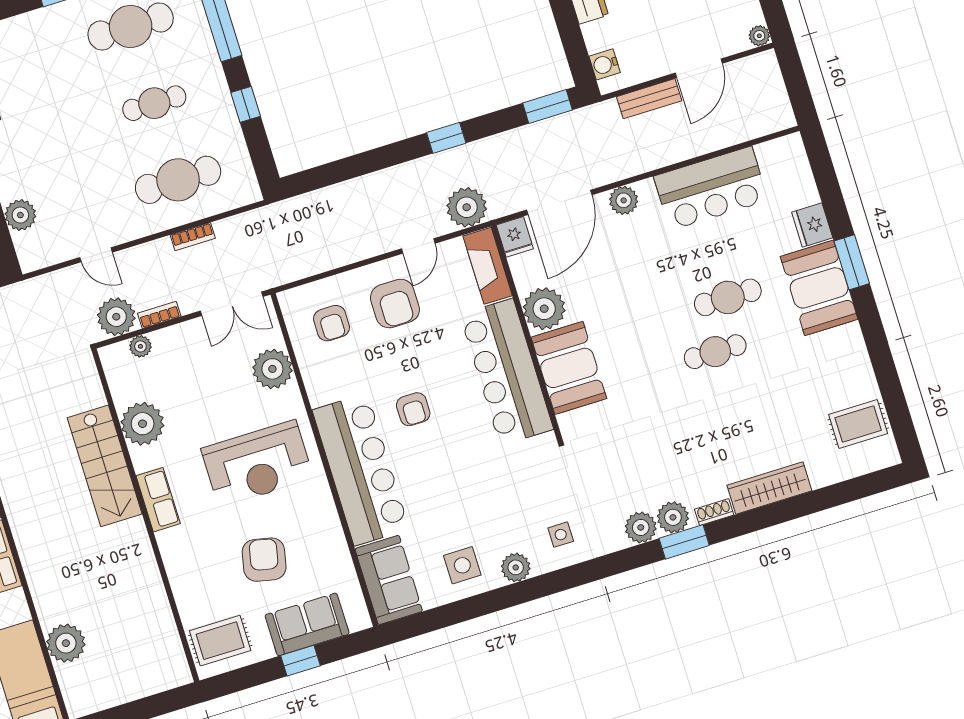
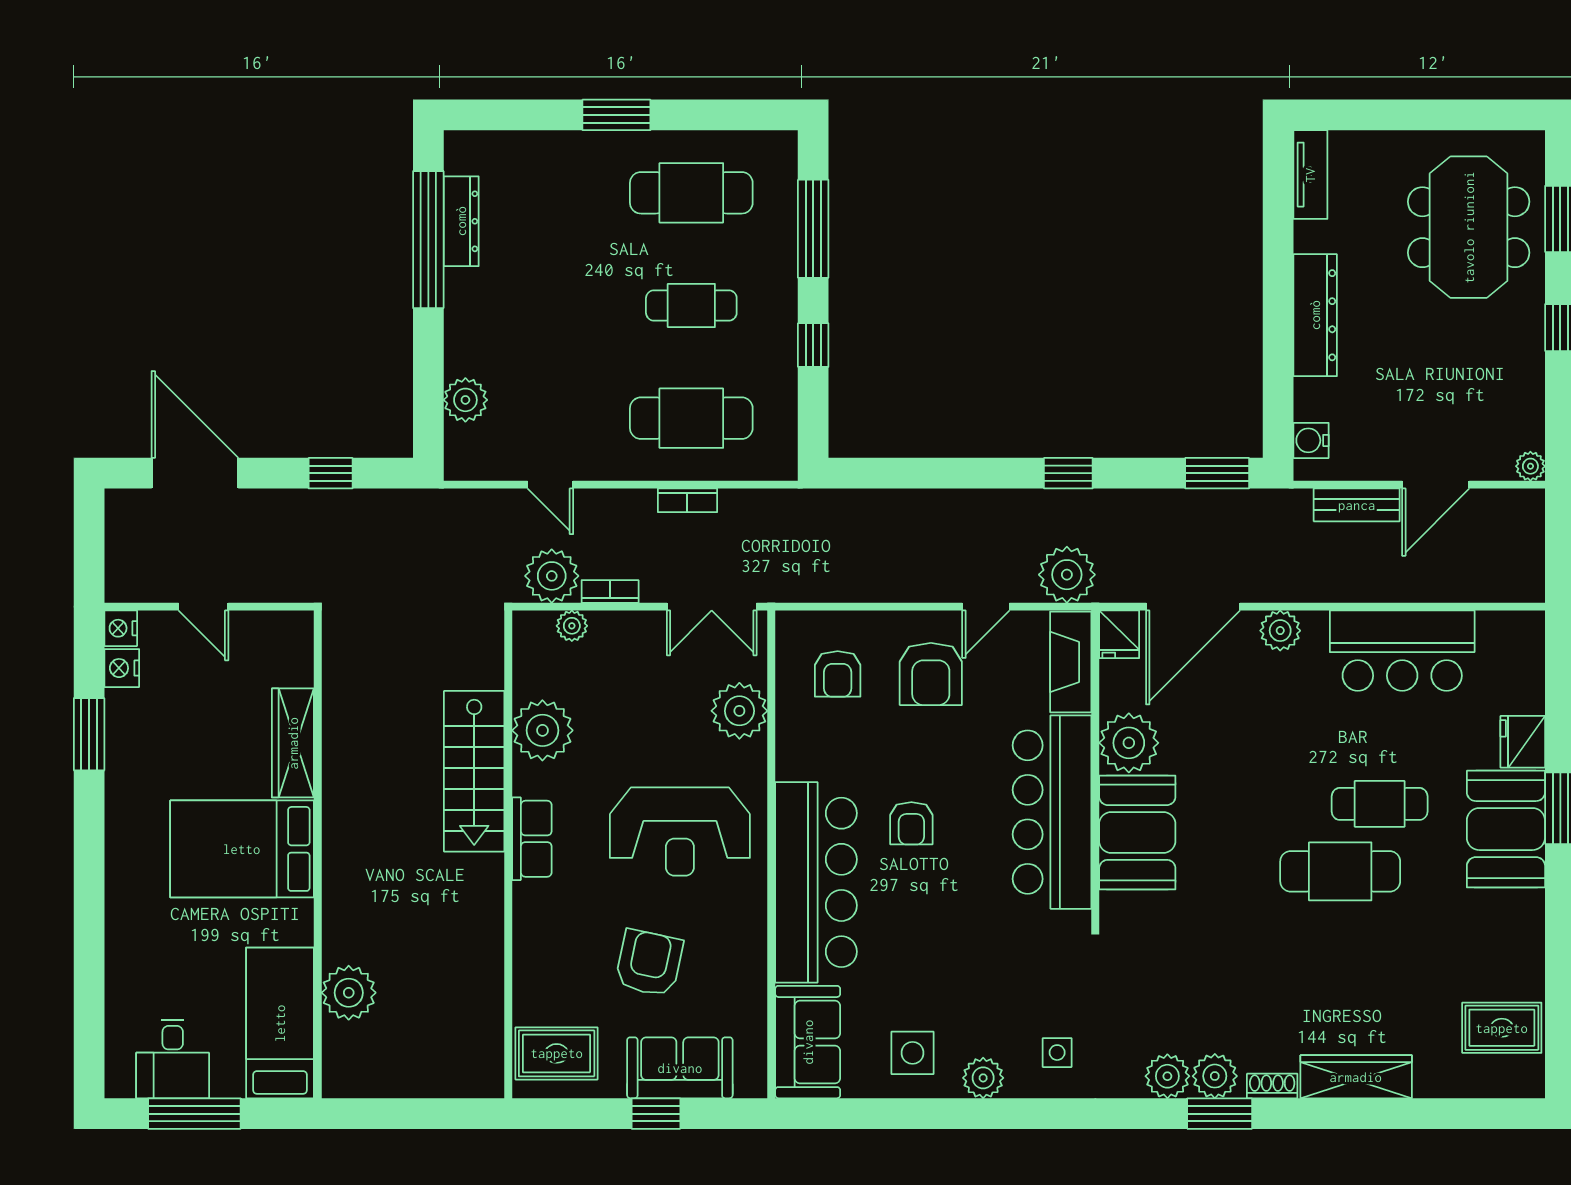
cafe table: (715, 352) -> (1340, 871), width x1.37, depth x1.35

